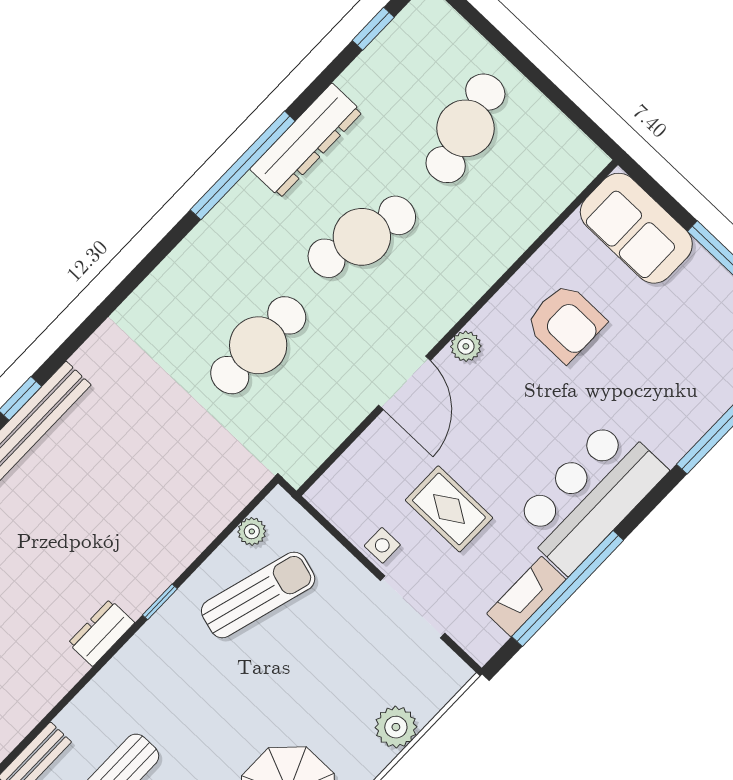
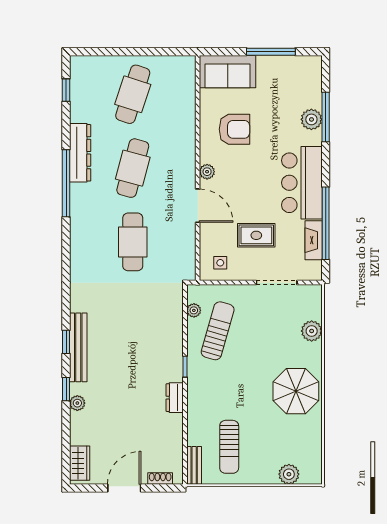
cafe table: (465, 128) -> (133, 94), turned 33
plant: (693, 416) -> (311, 119), added
side table: (382, 545) -> (220, 263), moved

